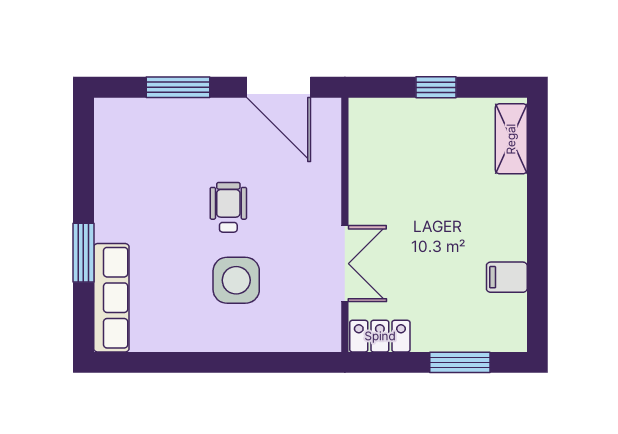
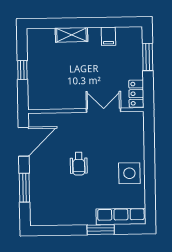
shelving: (511, 139) -> (72, 35), moved
wheelchair: (228, 207) -> (79, 164), turned -90
side table: (236, 280) -> (129, 173), moved

